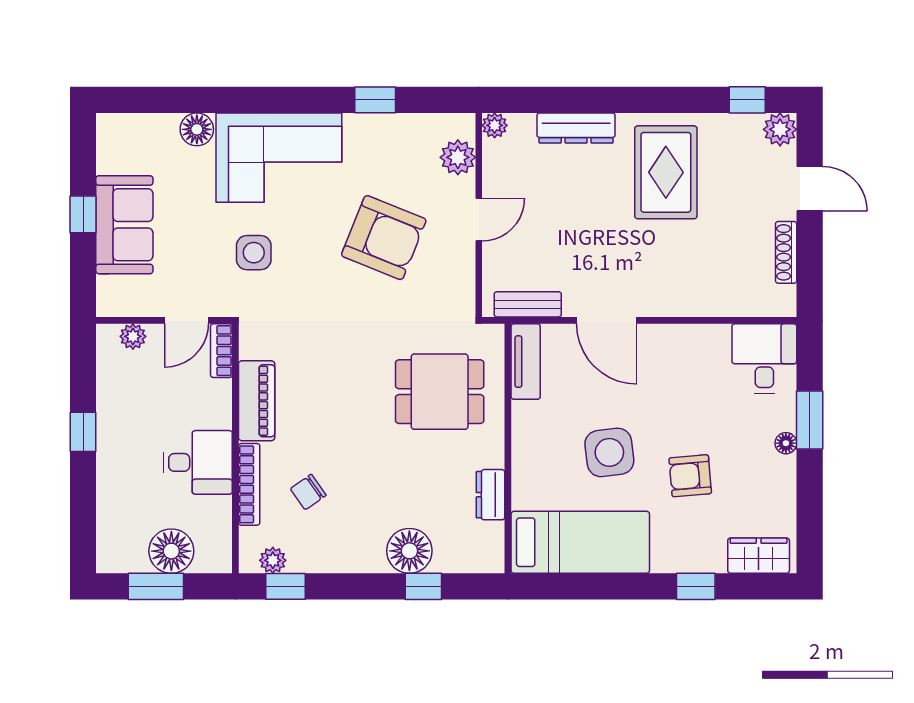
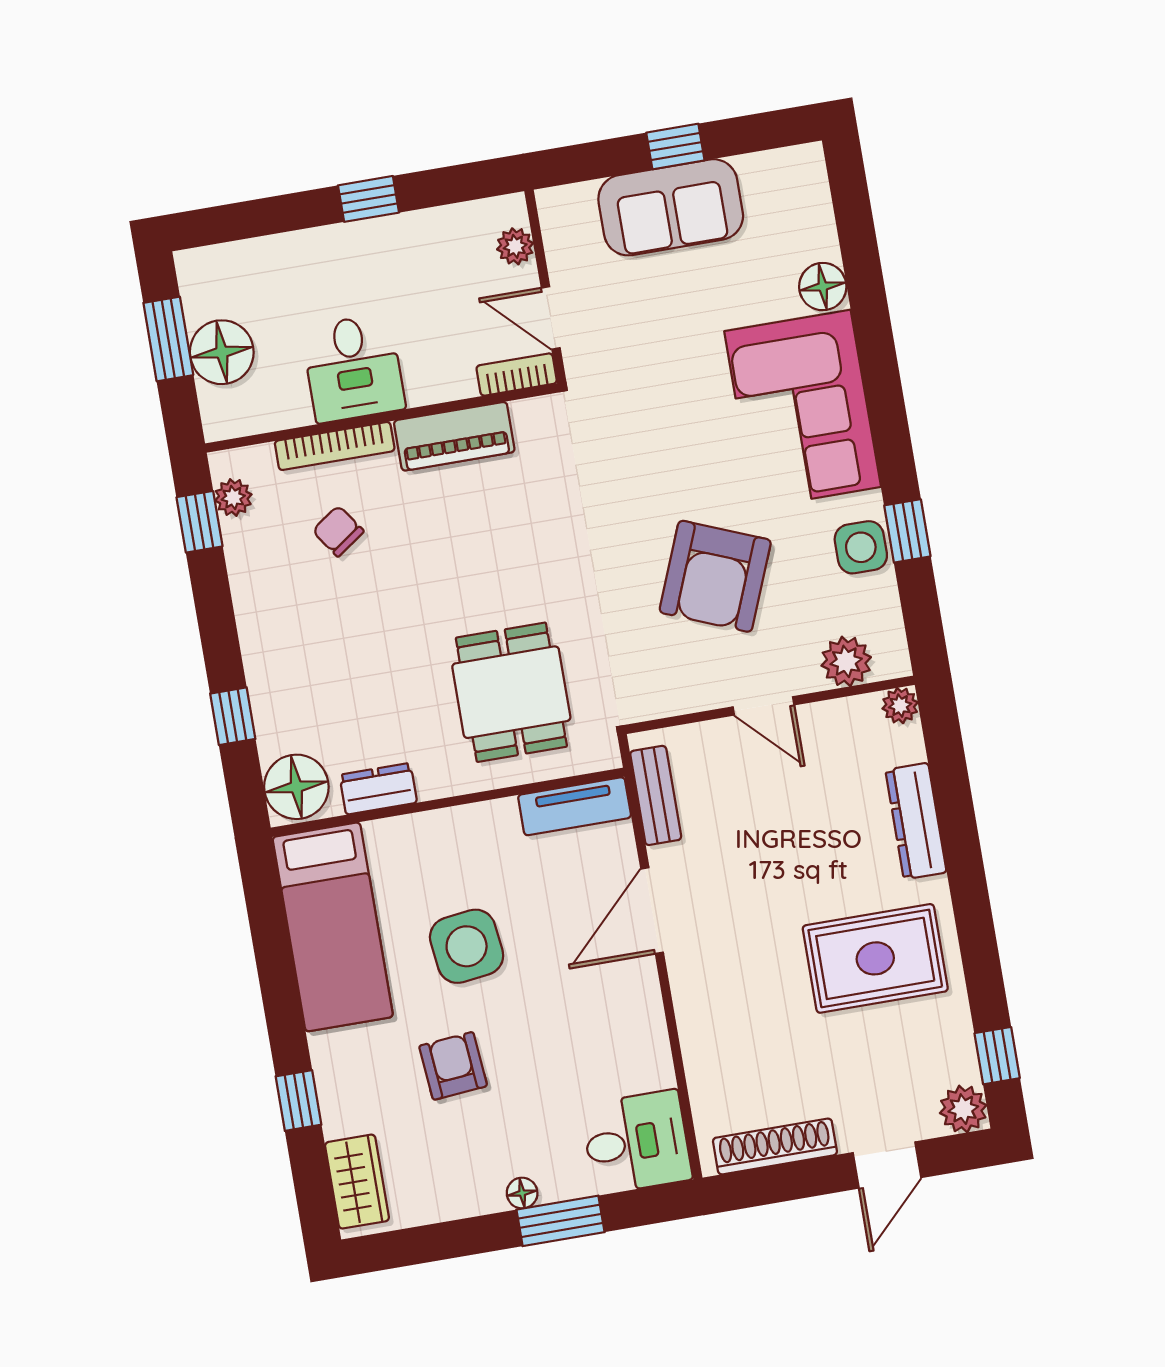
shoe rack: (786, 252) -> (775, 1146), width x1.36, depth x1.24
side table: (254, 253) -> (861, 547), moved
floor lamp: (409, 551) -> (296, 787), moved

